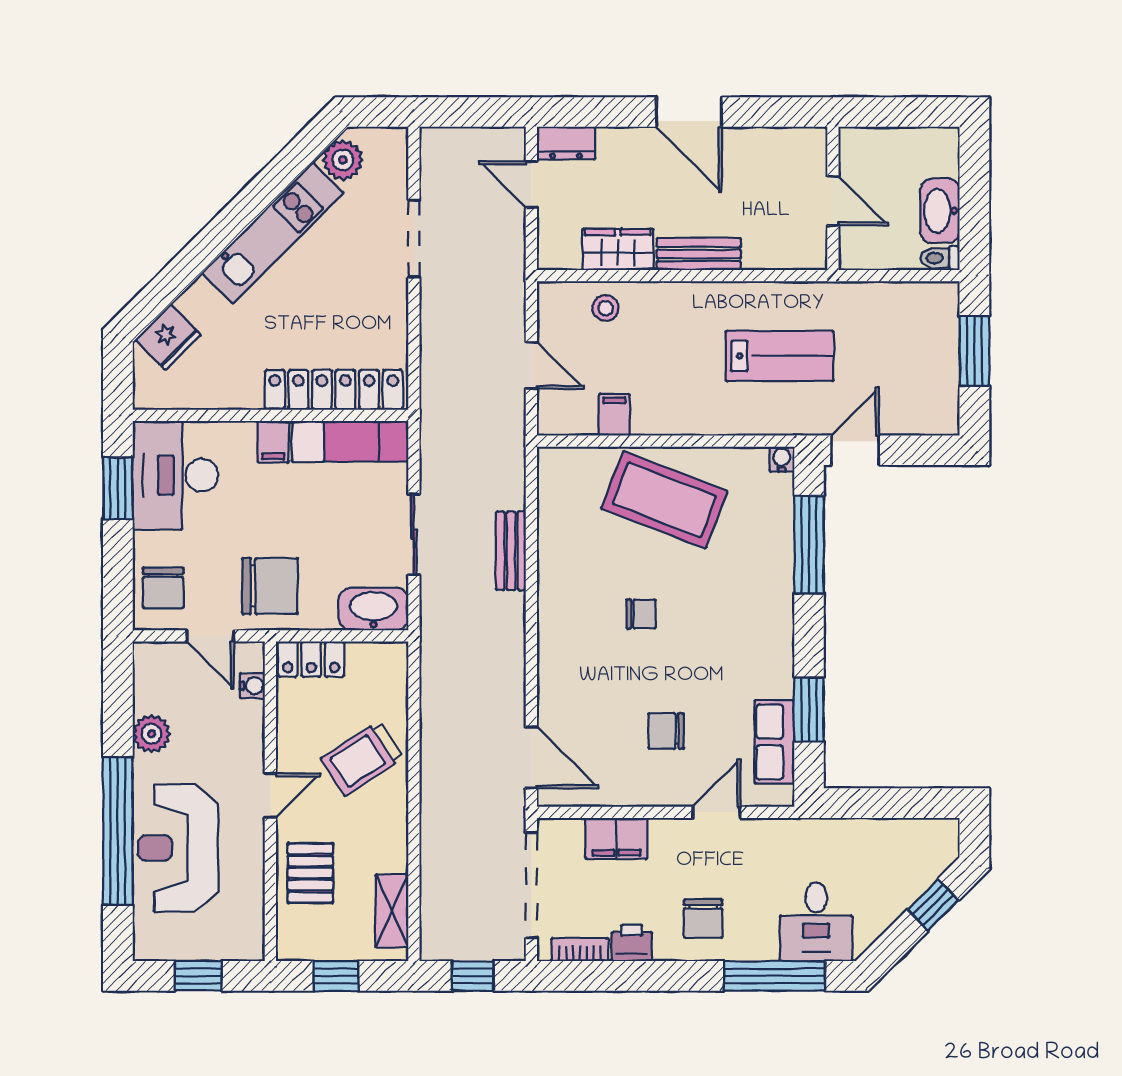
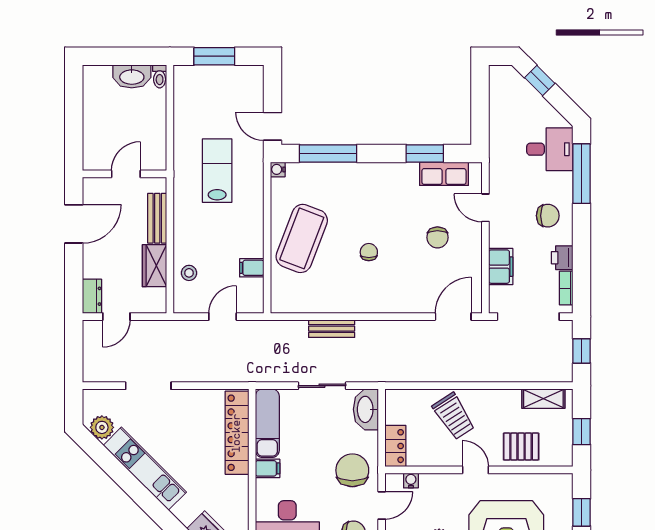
wall: (833, 198) -> (125, 174), moved
door: (833, 201) -> (126, 174), moved

